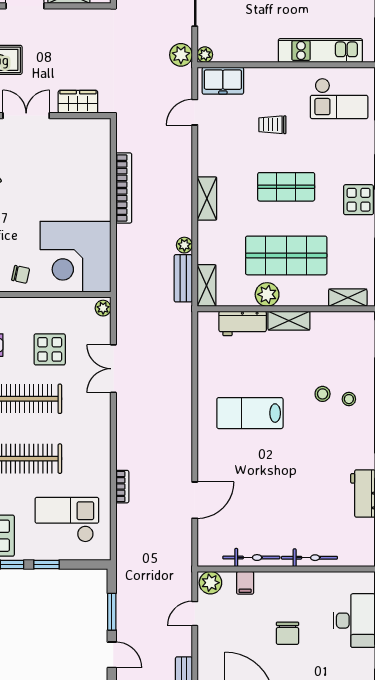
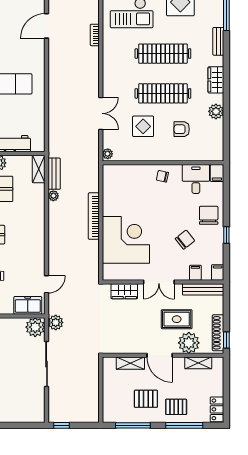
plant: (205, 55) -> (35, 327), width x1.88, depth x1.88
bookcase: (124, 188) -> (94, 216), moved
shelving: (207, 198) -> (38, 227), removed
corner desk: (76, 257) -> (126, 240), moved

